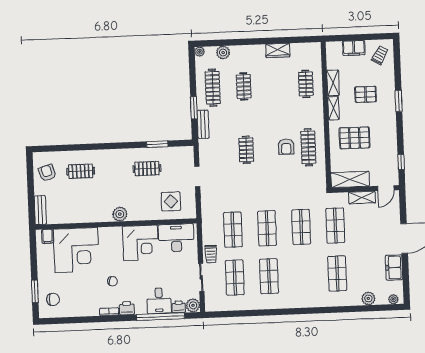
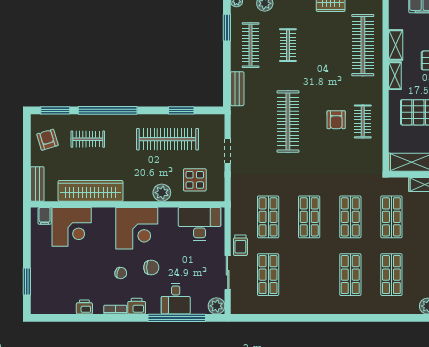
clothes rail: (306, 84) -> (363, 45), width x1.86, depth x1.31
window: (194, 108) -> (227, 28), moved
window: (96, 147) -> (108, 110), added
clothes rail: (308, 147) -> (363, 121), width x0.73
window: (53, 148) -> (55, 110), added
clothes rail: (246, 150) -> (288, 121), width x1.86, depth x1.31
clothes rail: (147, 169) -> (168, 139), width x1.86, depth x1.31
wardrobe: (85, 214) -> (91, 191), added
plant: (120, 214) -> (162, 193), moved
corner desk: (141, 243) -> (137, 228), moved
corner desk: (76, 250) -> (72, 227), width x0.74, depth x0.74
shop shelf: (269, 276) -> (350, 275), moved
chair: (53, 299) -> (151, 267), moved
printer: (179, 307) -> (84, 307), moved

